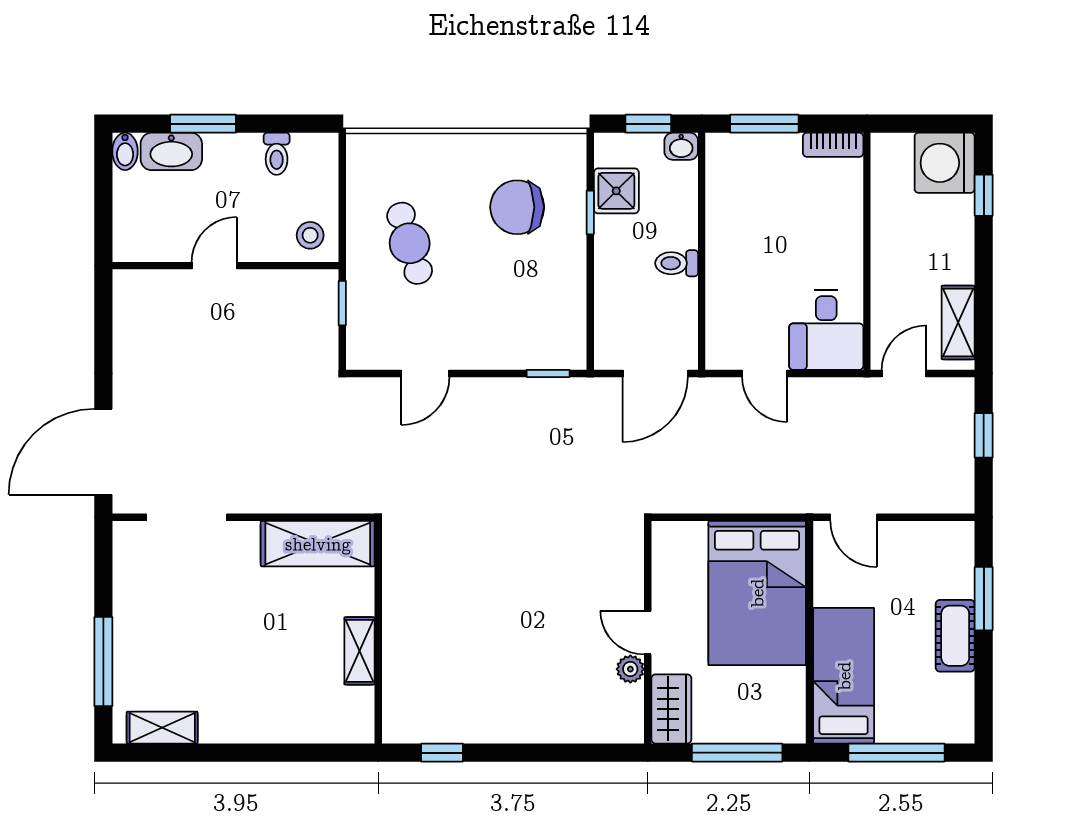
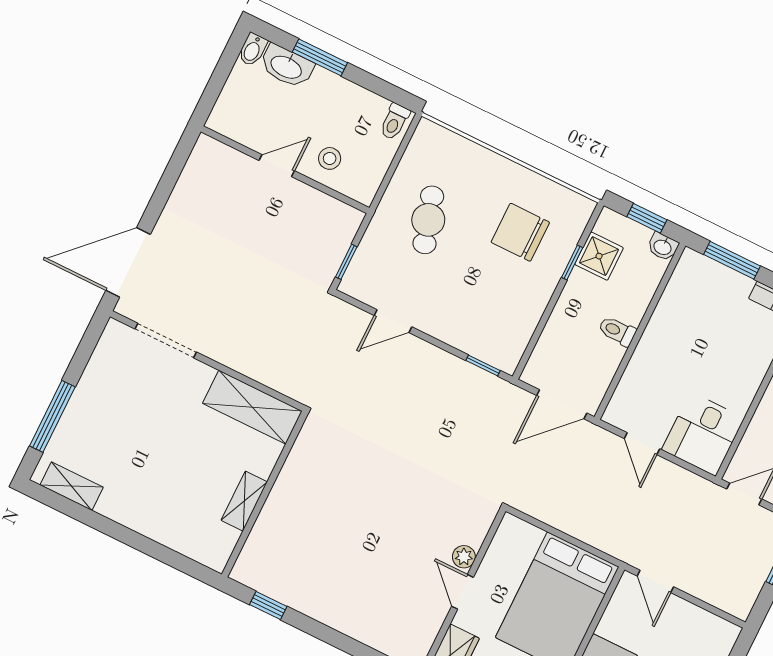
toilet: (277, 154) -> (395, 122), moved
stool: (310, 235) -> (330, 158), moved
window: (342, 303) -> (346, 262), moved
plant: (630, 669) -> (464, 557), moved

